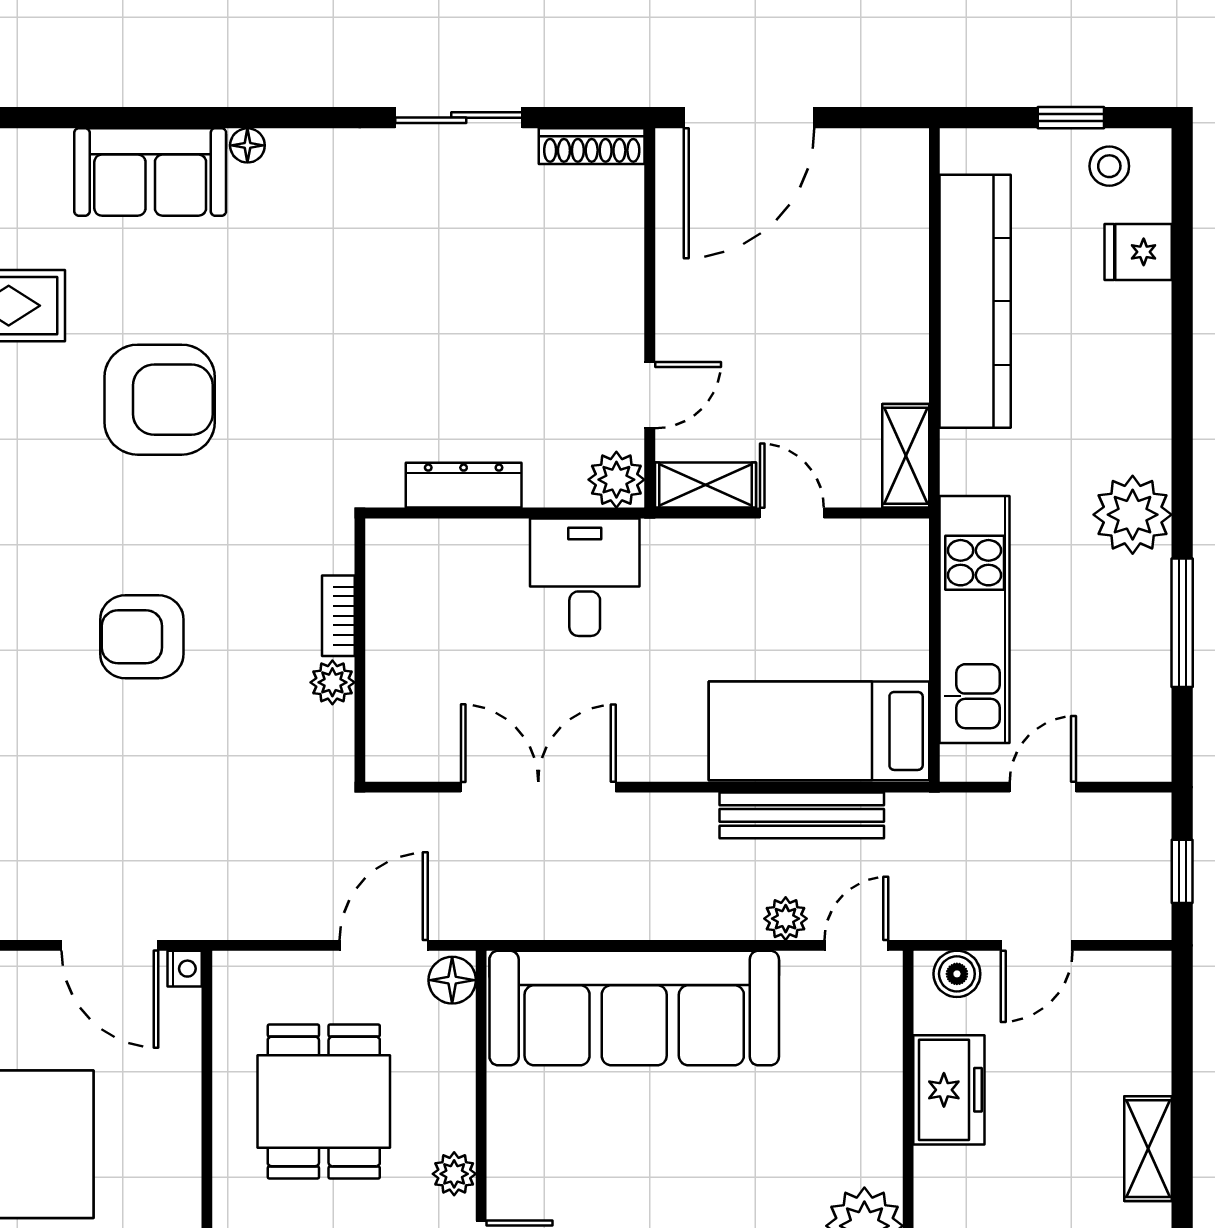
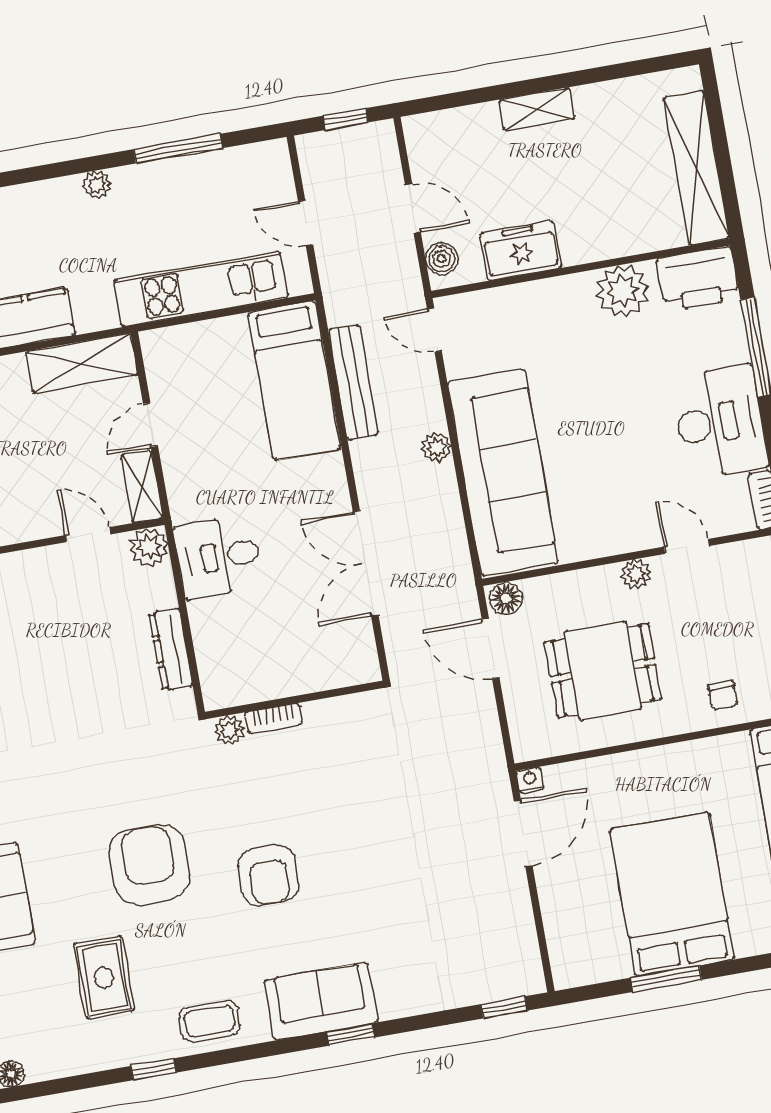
shelving: (906, 456) -> (82, 363), width x1.50, depth x1.33
plant: (1133, 515) -> (97, 185), width x0.53, depth x0.53
armchair: (142, 637) -> (268, 875), moved
plant: (332, 682) -> (229, 730), moved
plant: (786, 919) -> (436, 447), moved

